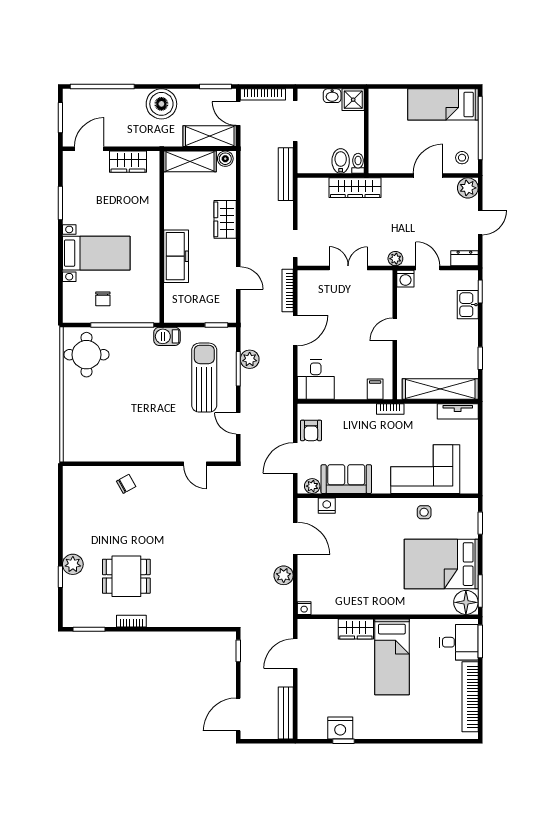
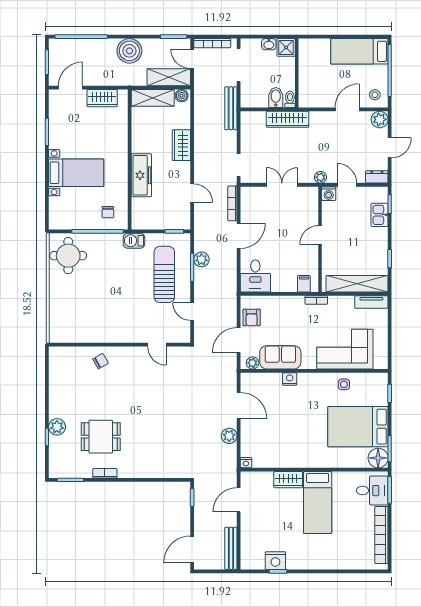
chair: (103, 299) -> (108, 212), moved
nightstand: (327, 506) -> (290, 379), moved

